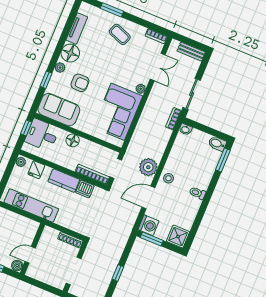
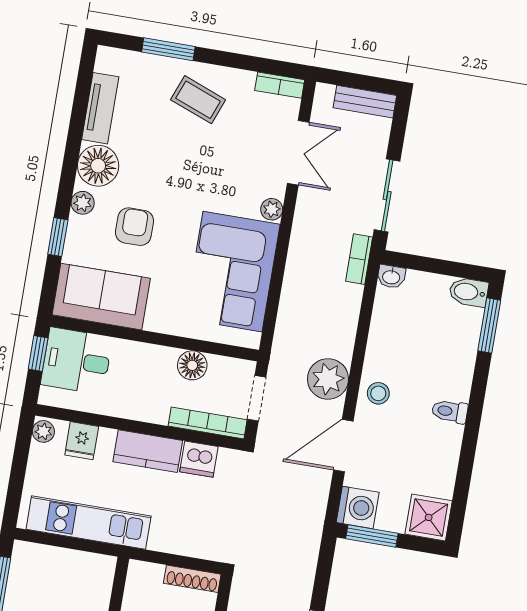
armchair: (80, 83) -> (134, 227), turned -90
floor lamp: (73, 140) -> (192, 365), moved

